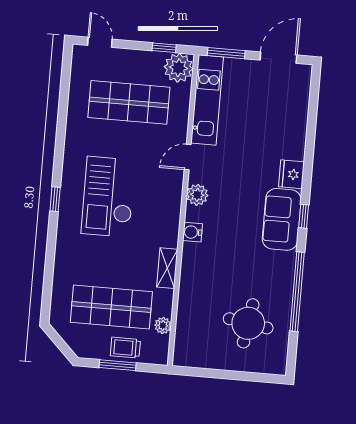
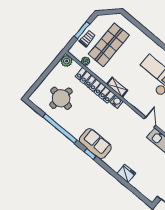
fridge: (291, 174) -> (126, 174), moved
plant: (197, 195) -> (67, 61), moved
shelving: (167, 268) -> (117, 87), moved
locker: (190, 284) -> (95, 85), added

